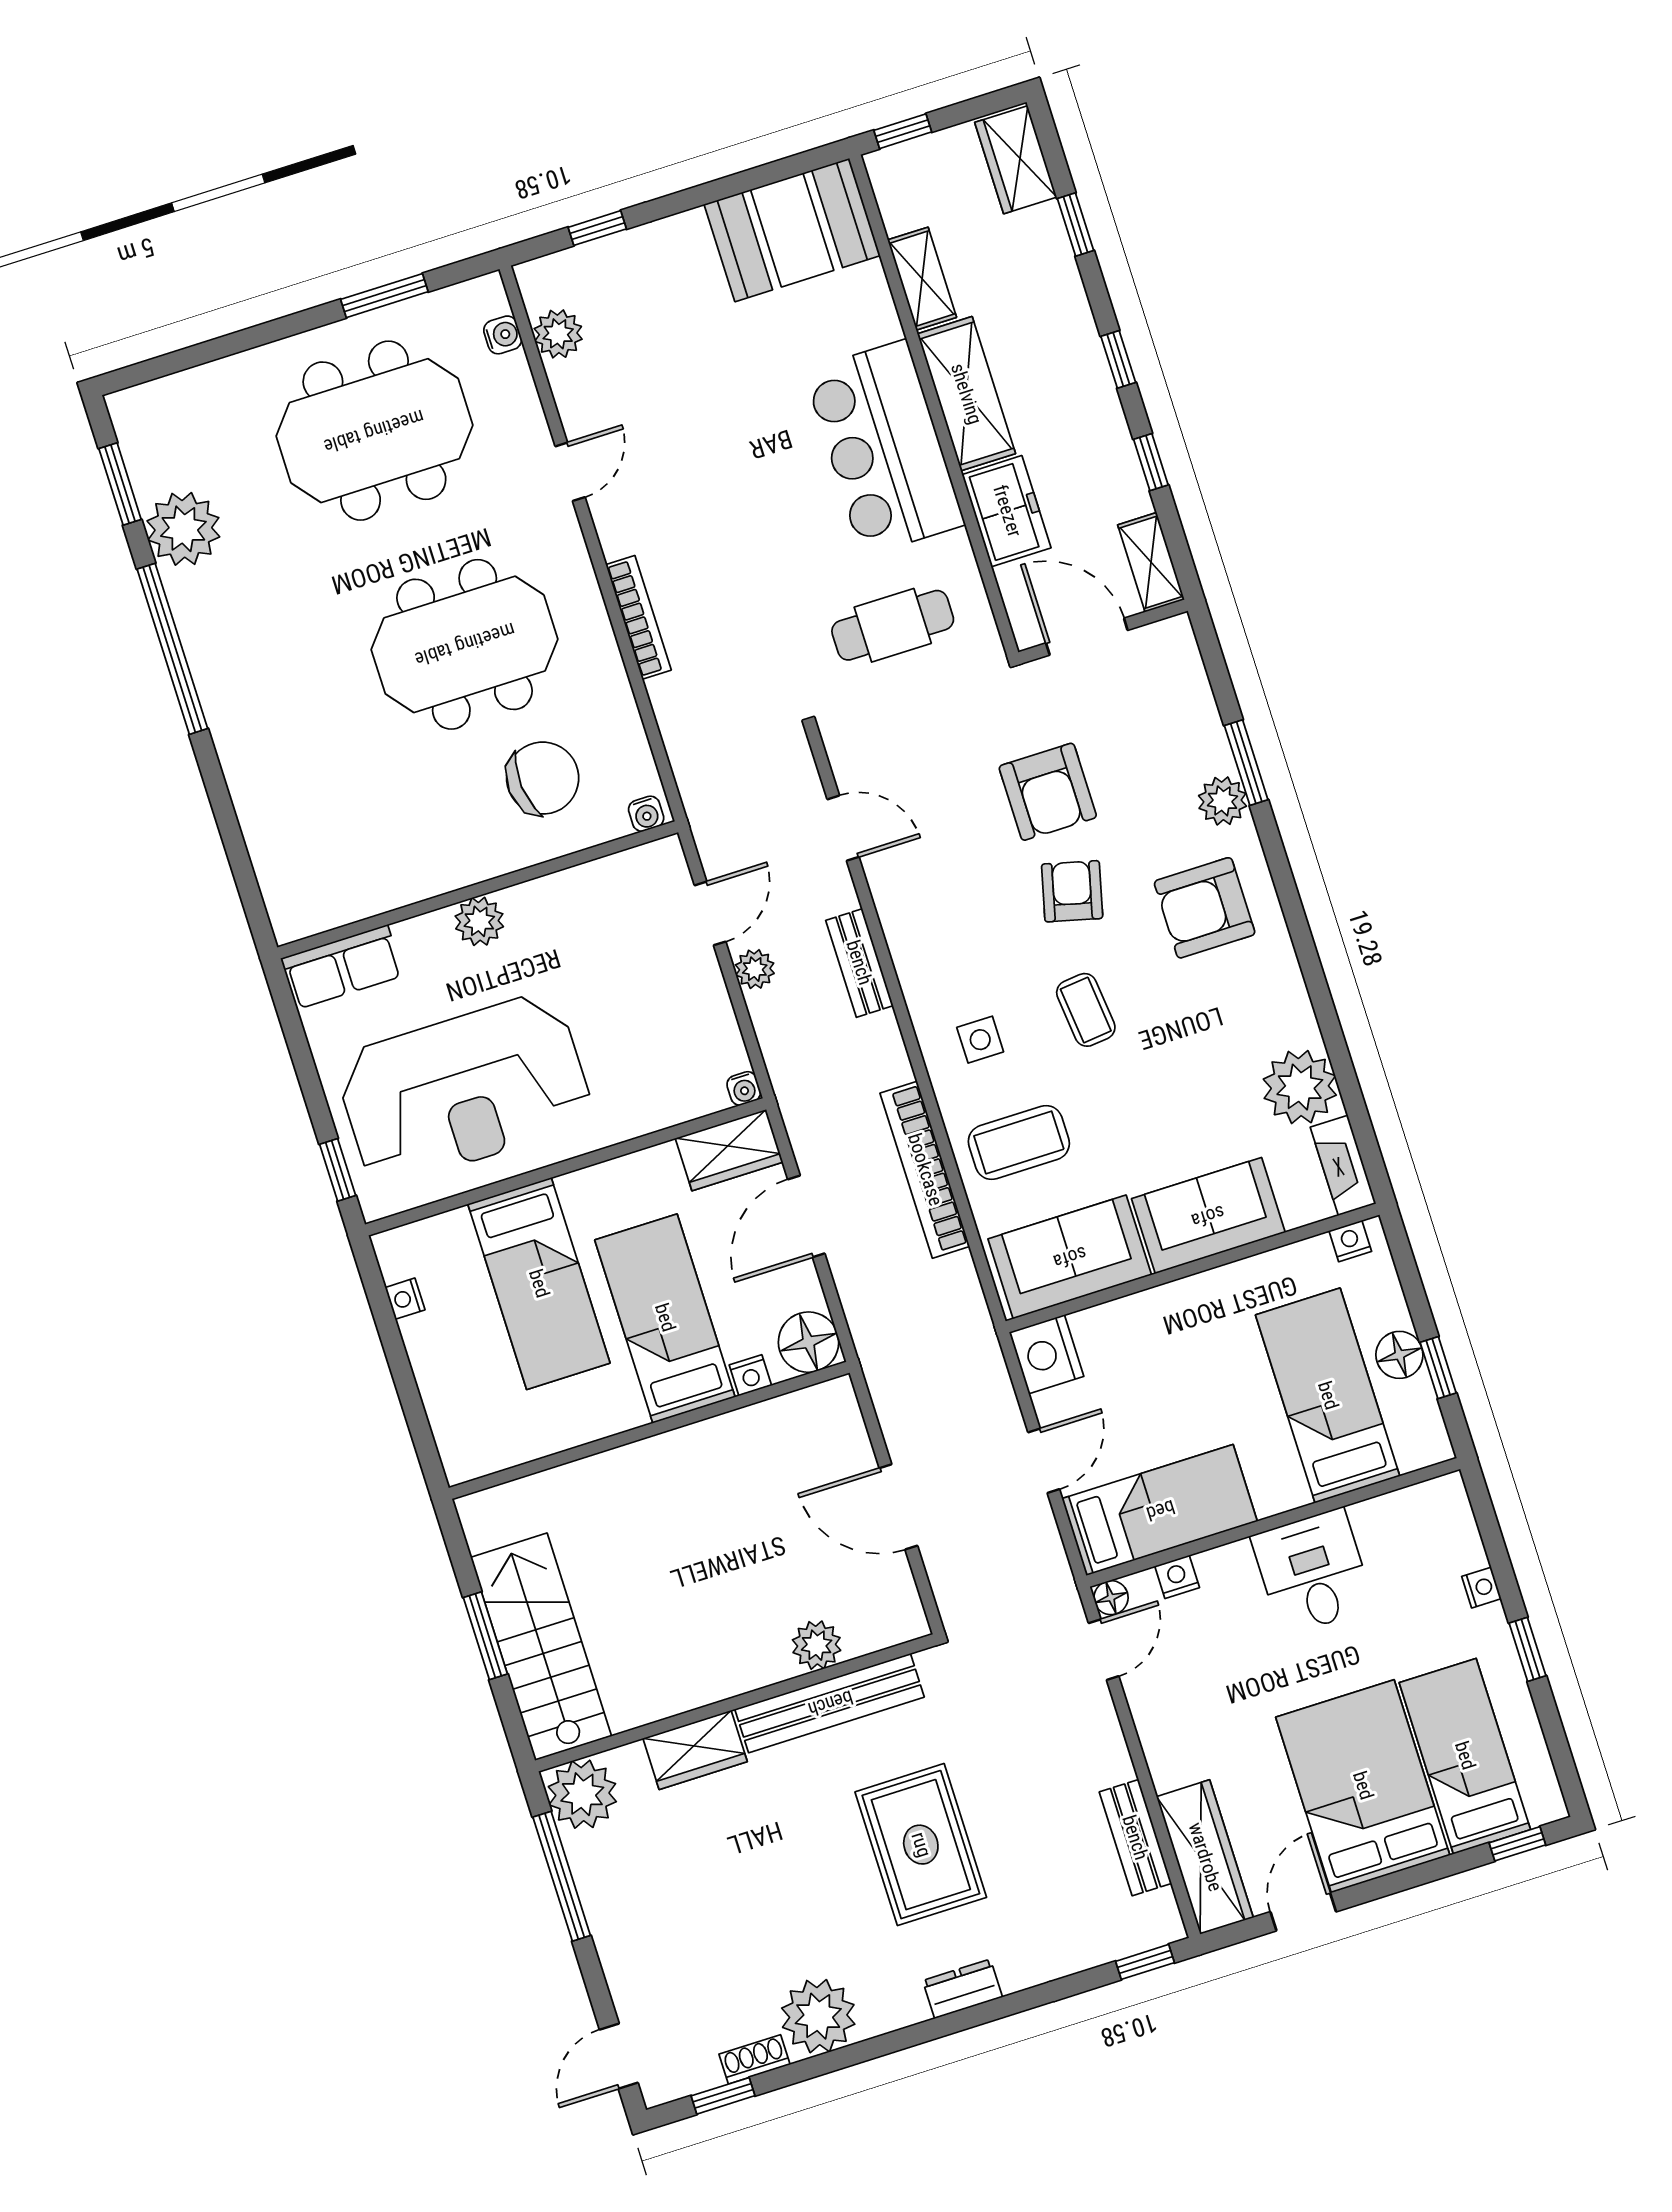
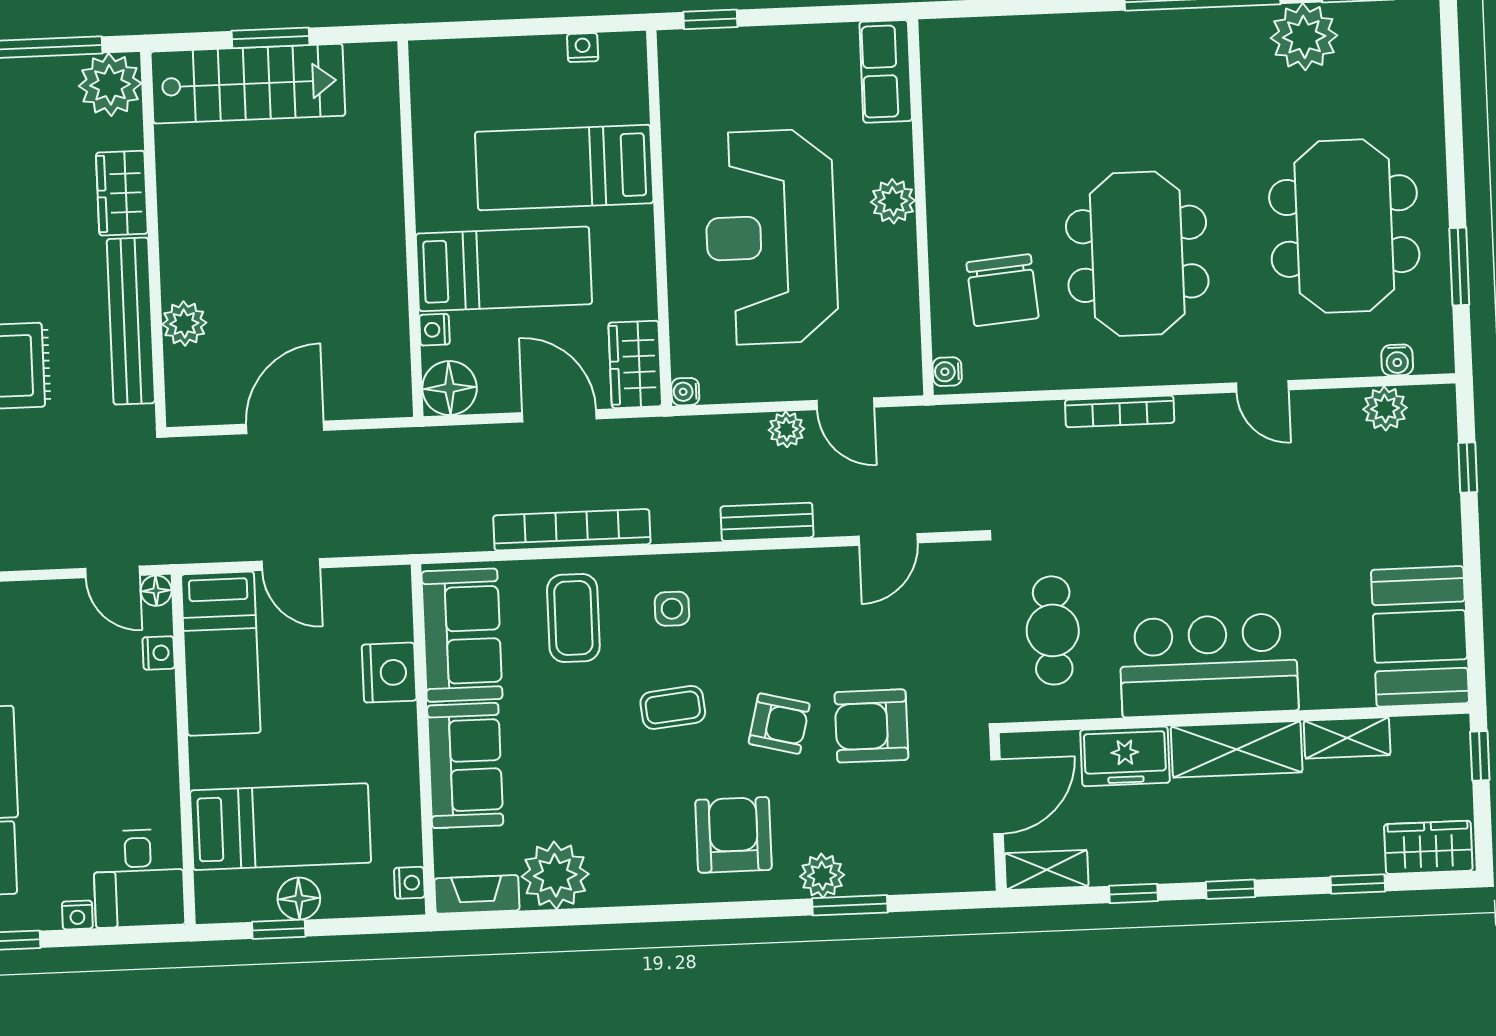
reception desk: (464, 1090) -> (771, 237), moved
nightstand: (1046, 1354) -> (389, 673), moved, turned 90
desk: (1313, 1572) -> (139, 878), moved, turned 90

